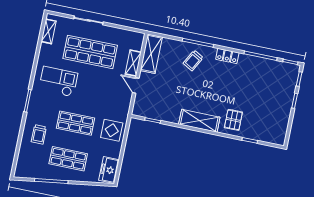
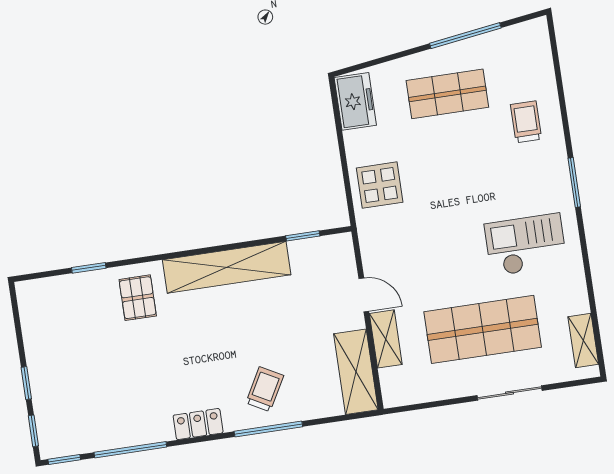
checkout: (58, 82) -> (526, 245), turned 180
shelving: (199, 121) -> (227, 267), width x1.47
shop shelf: (76, 123) -> (459, 172), removed

